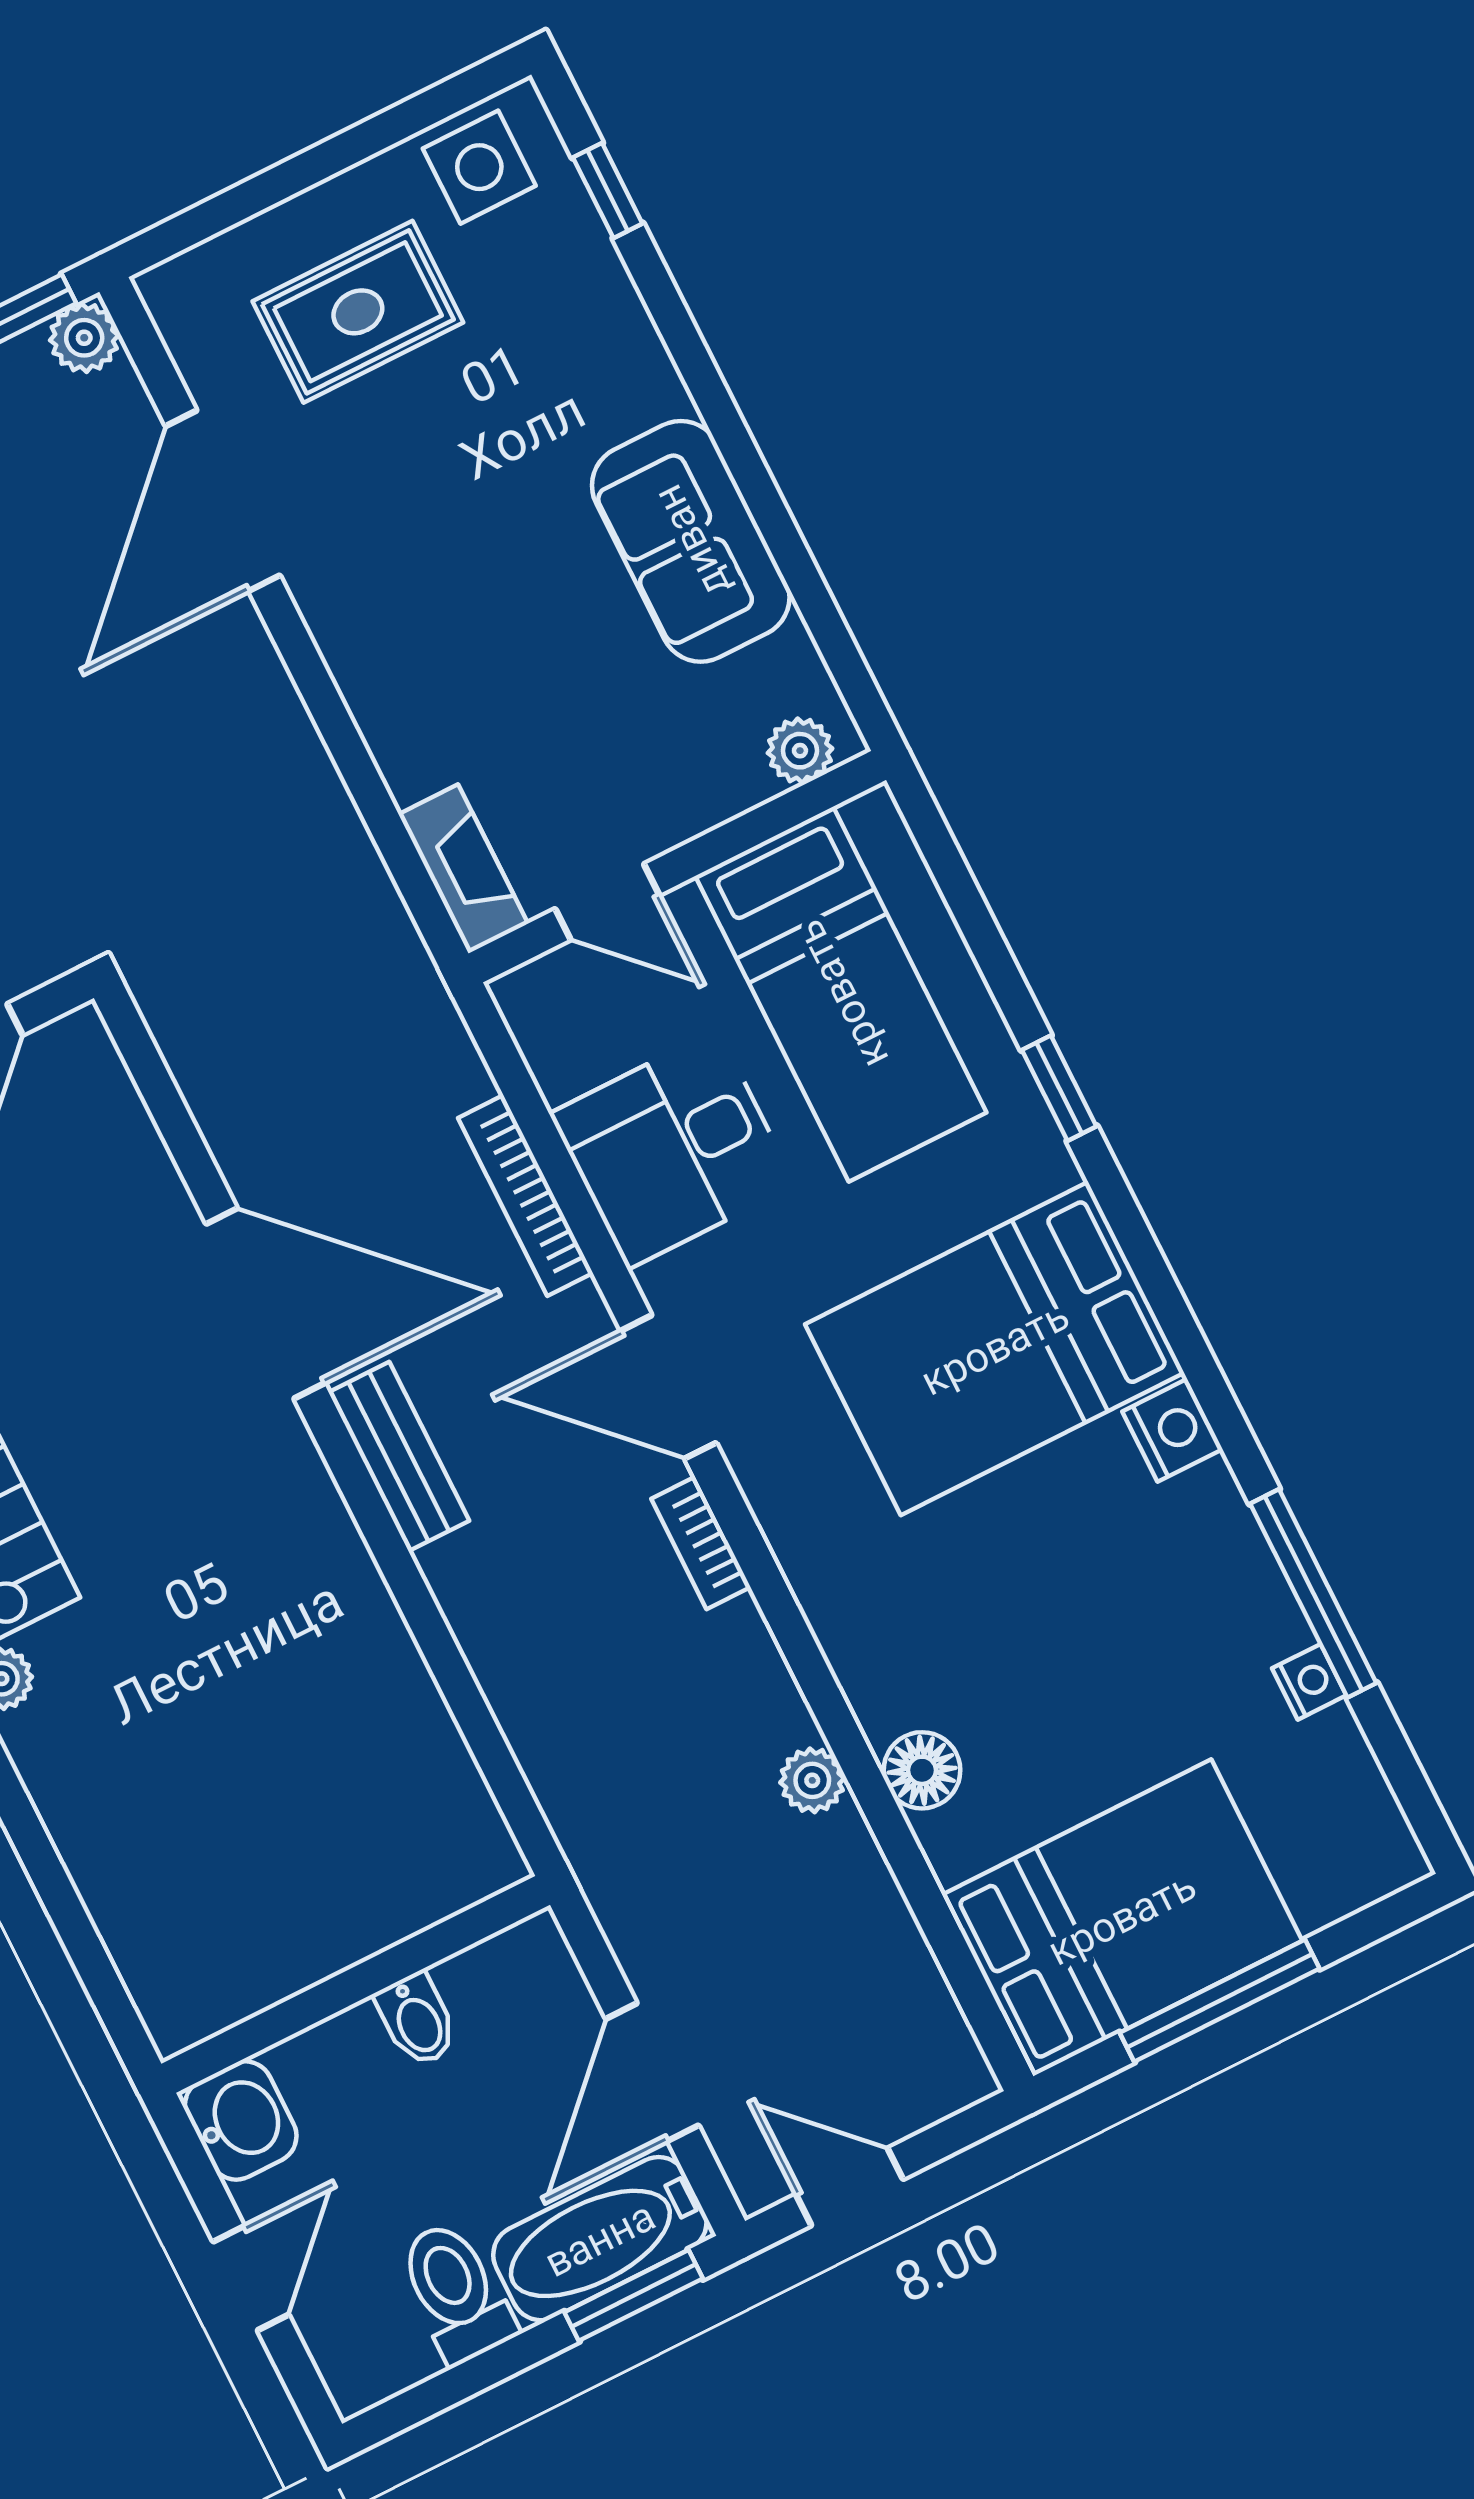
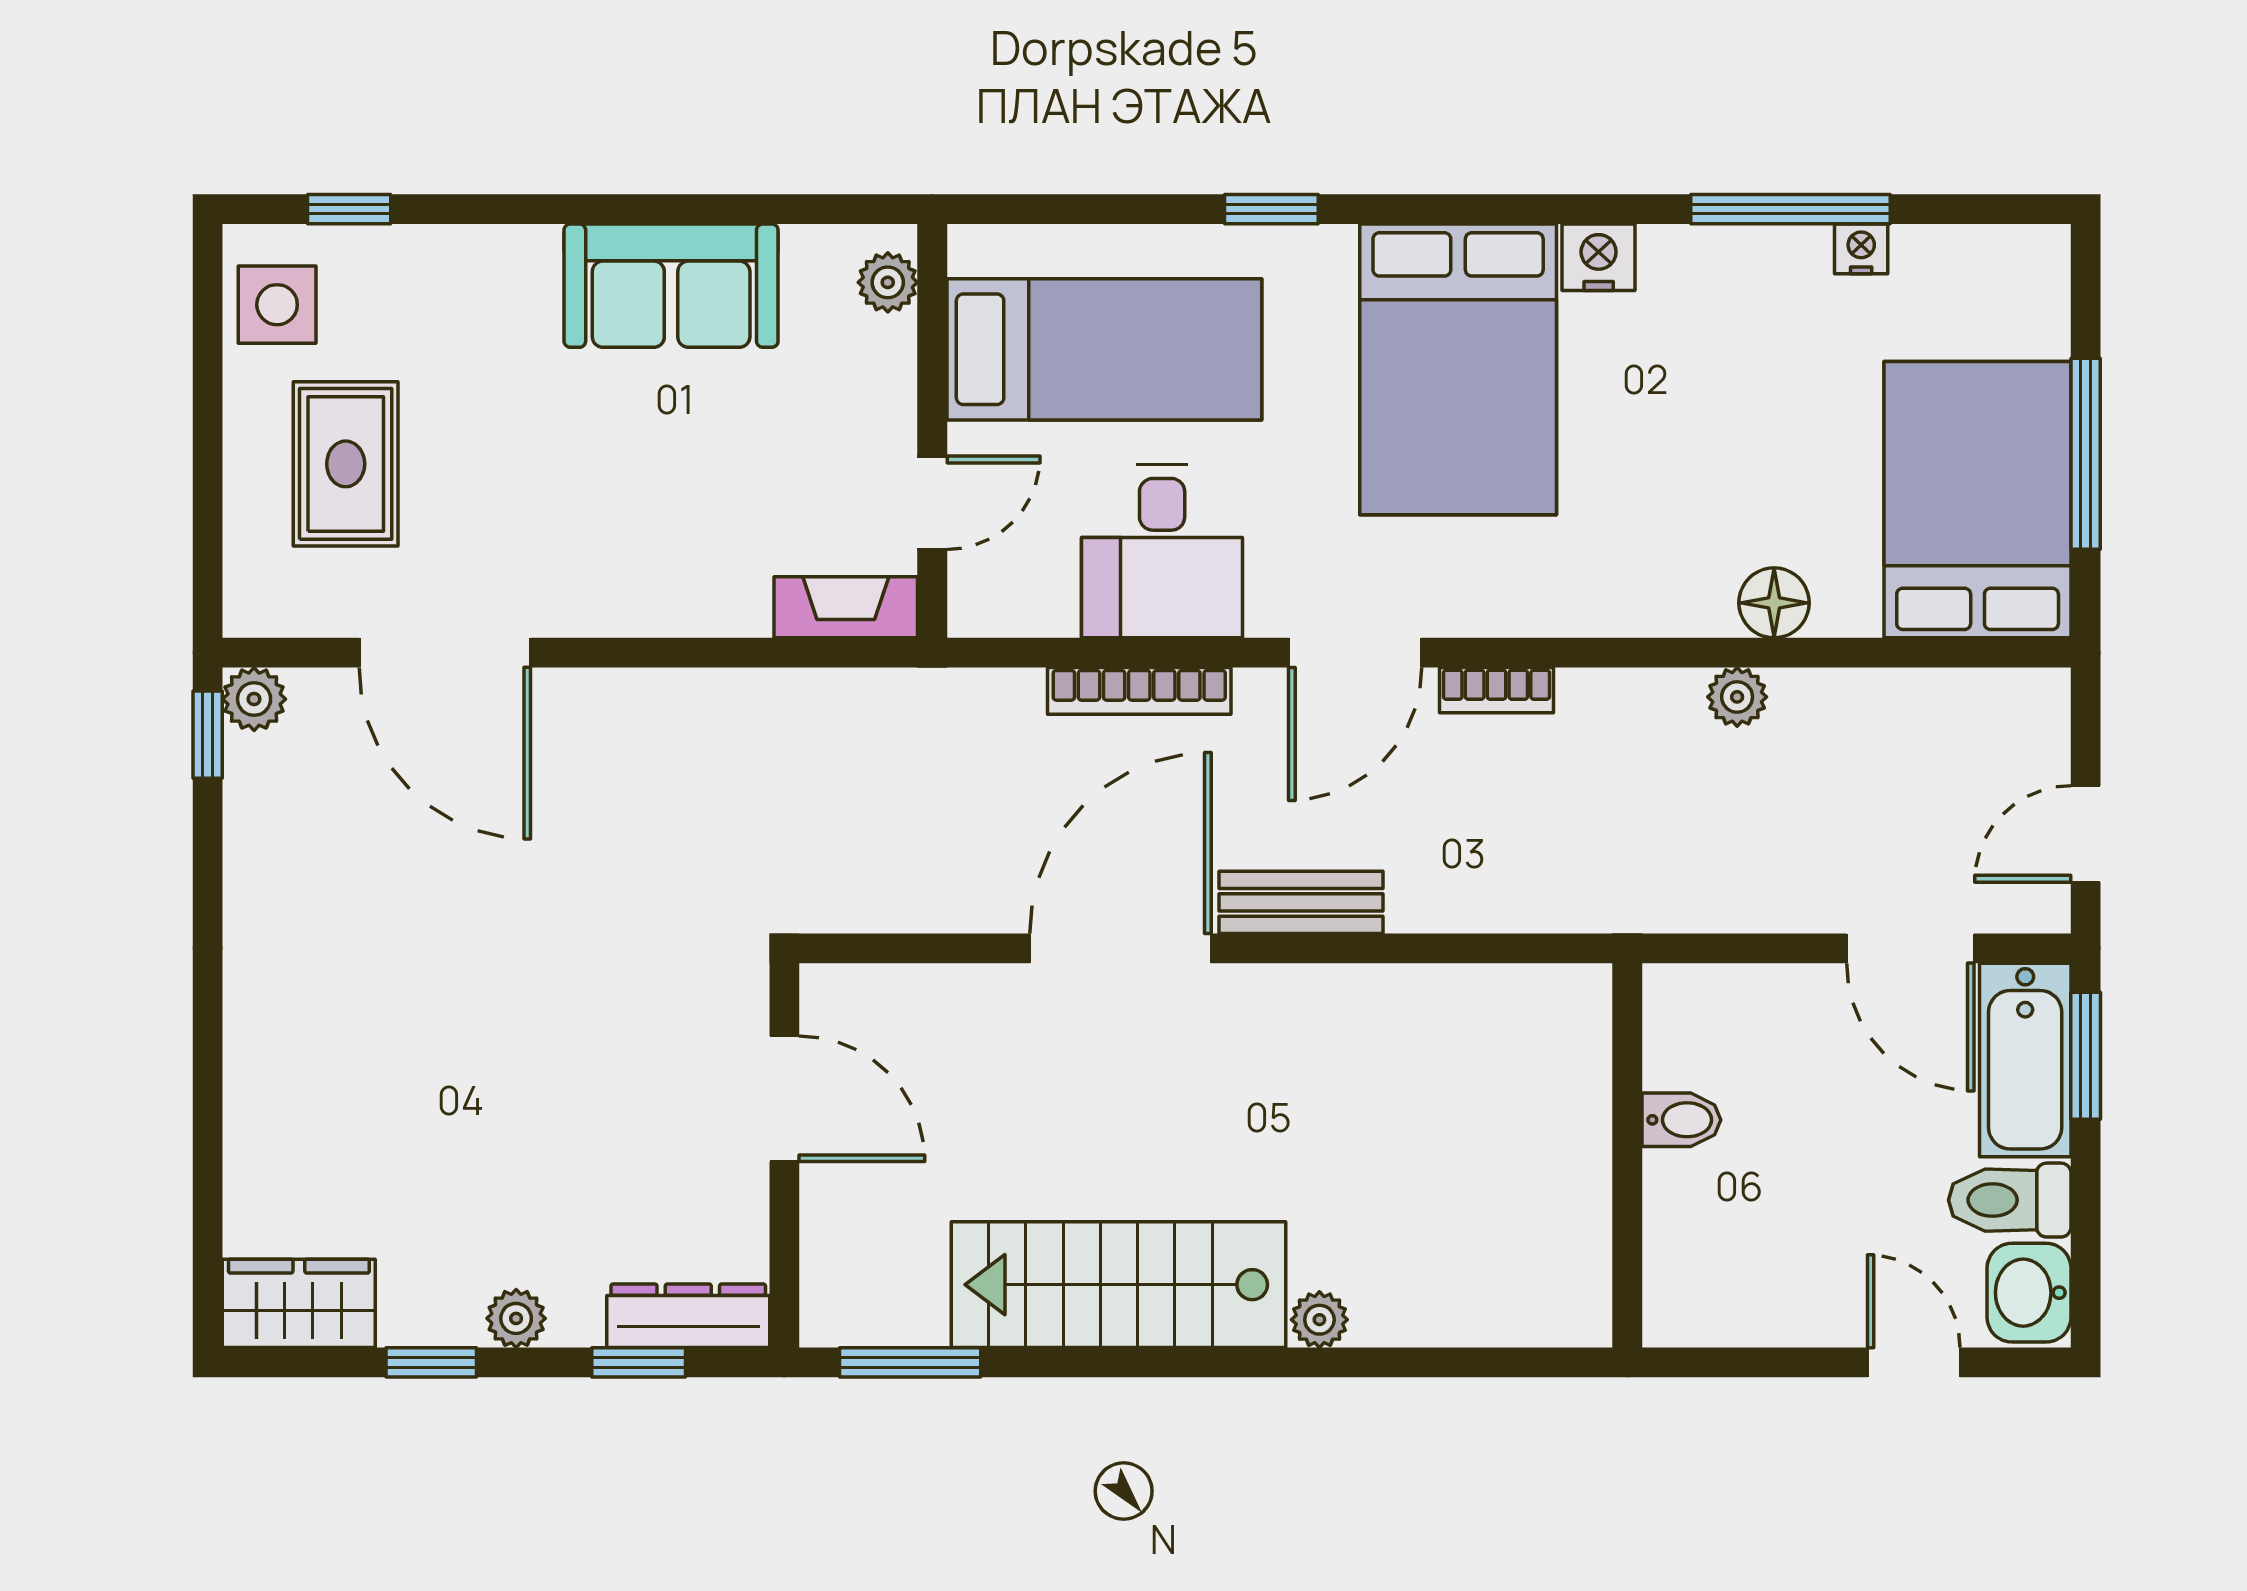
wall: (356, 1984) -> (1627, 1155), moved
bidet: (417, 2020) -> (1681, 1120), moved
washbasin: (241, 2120) -> (2029, 1293), moved, turned -90

